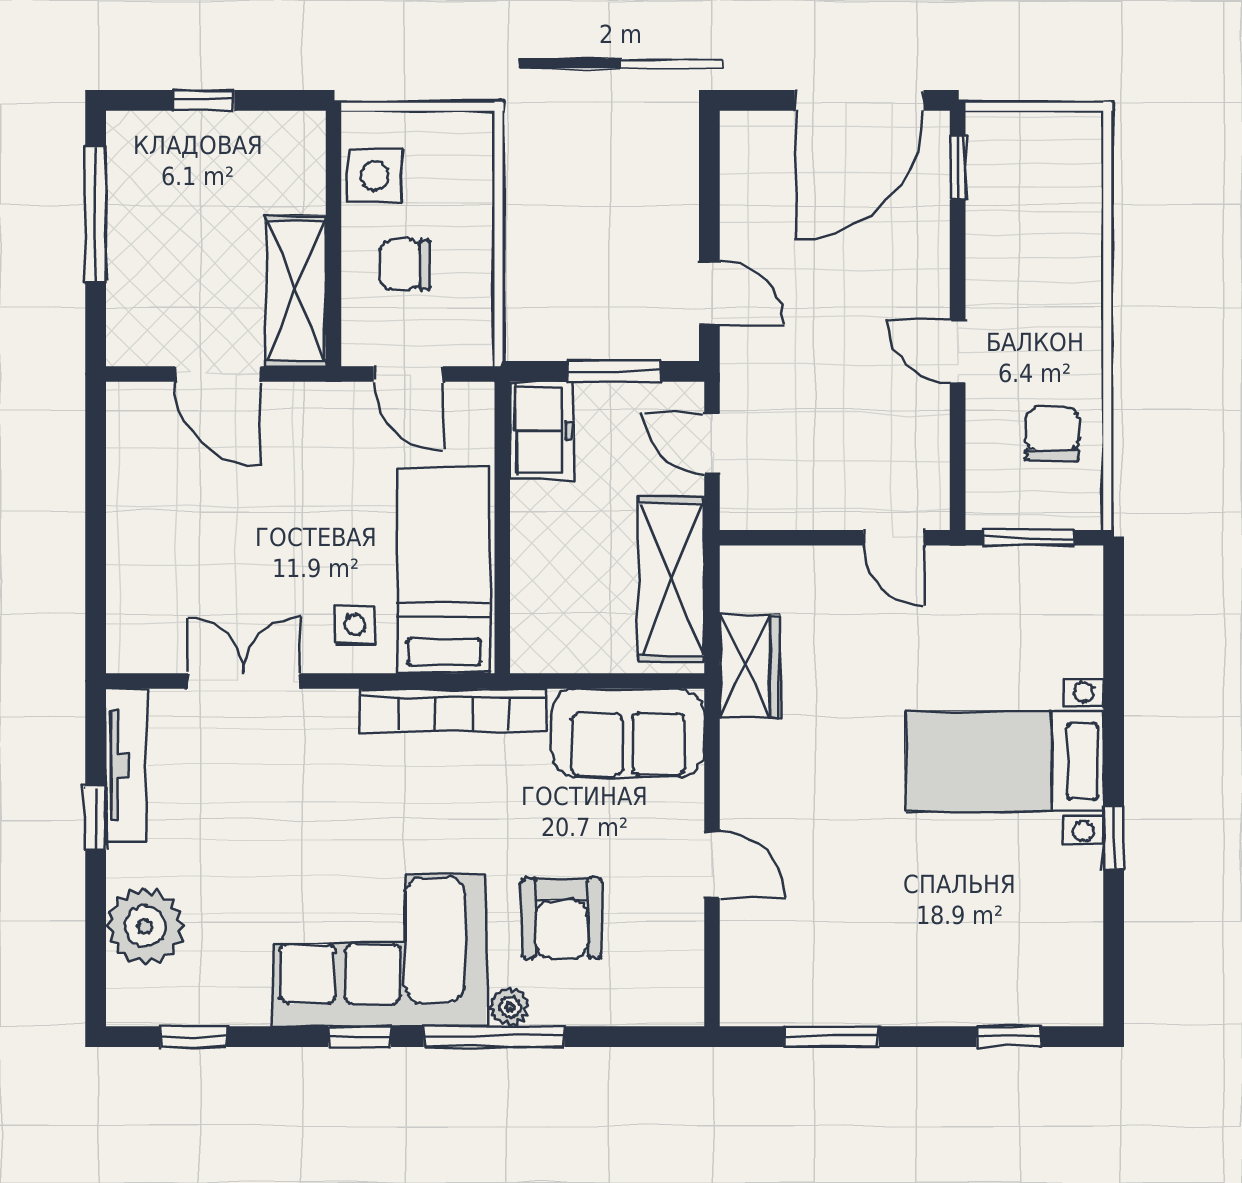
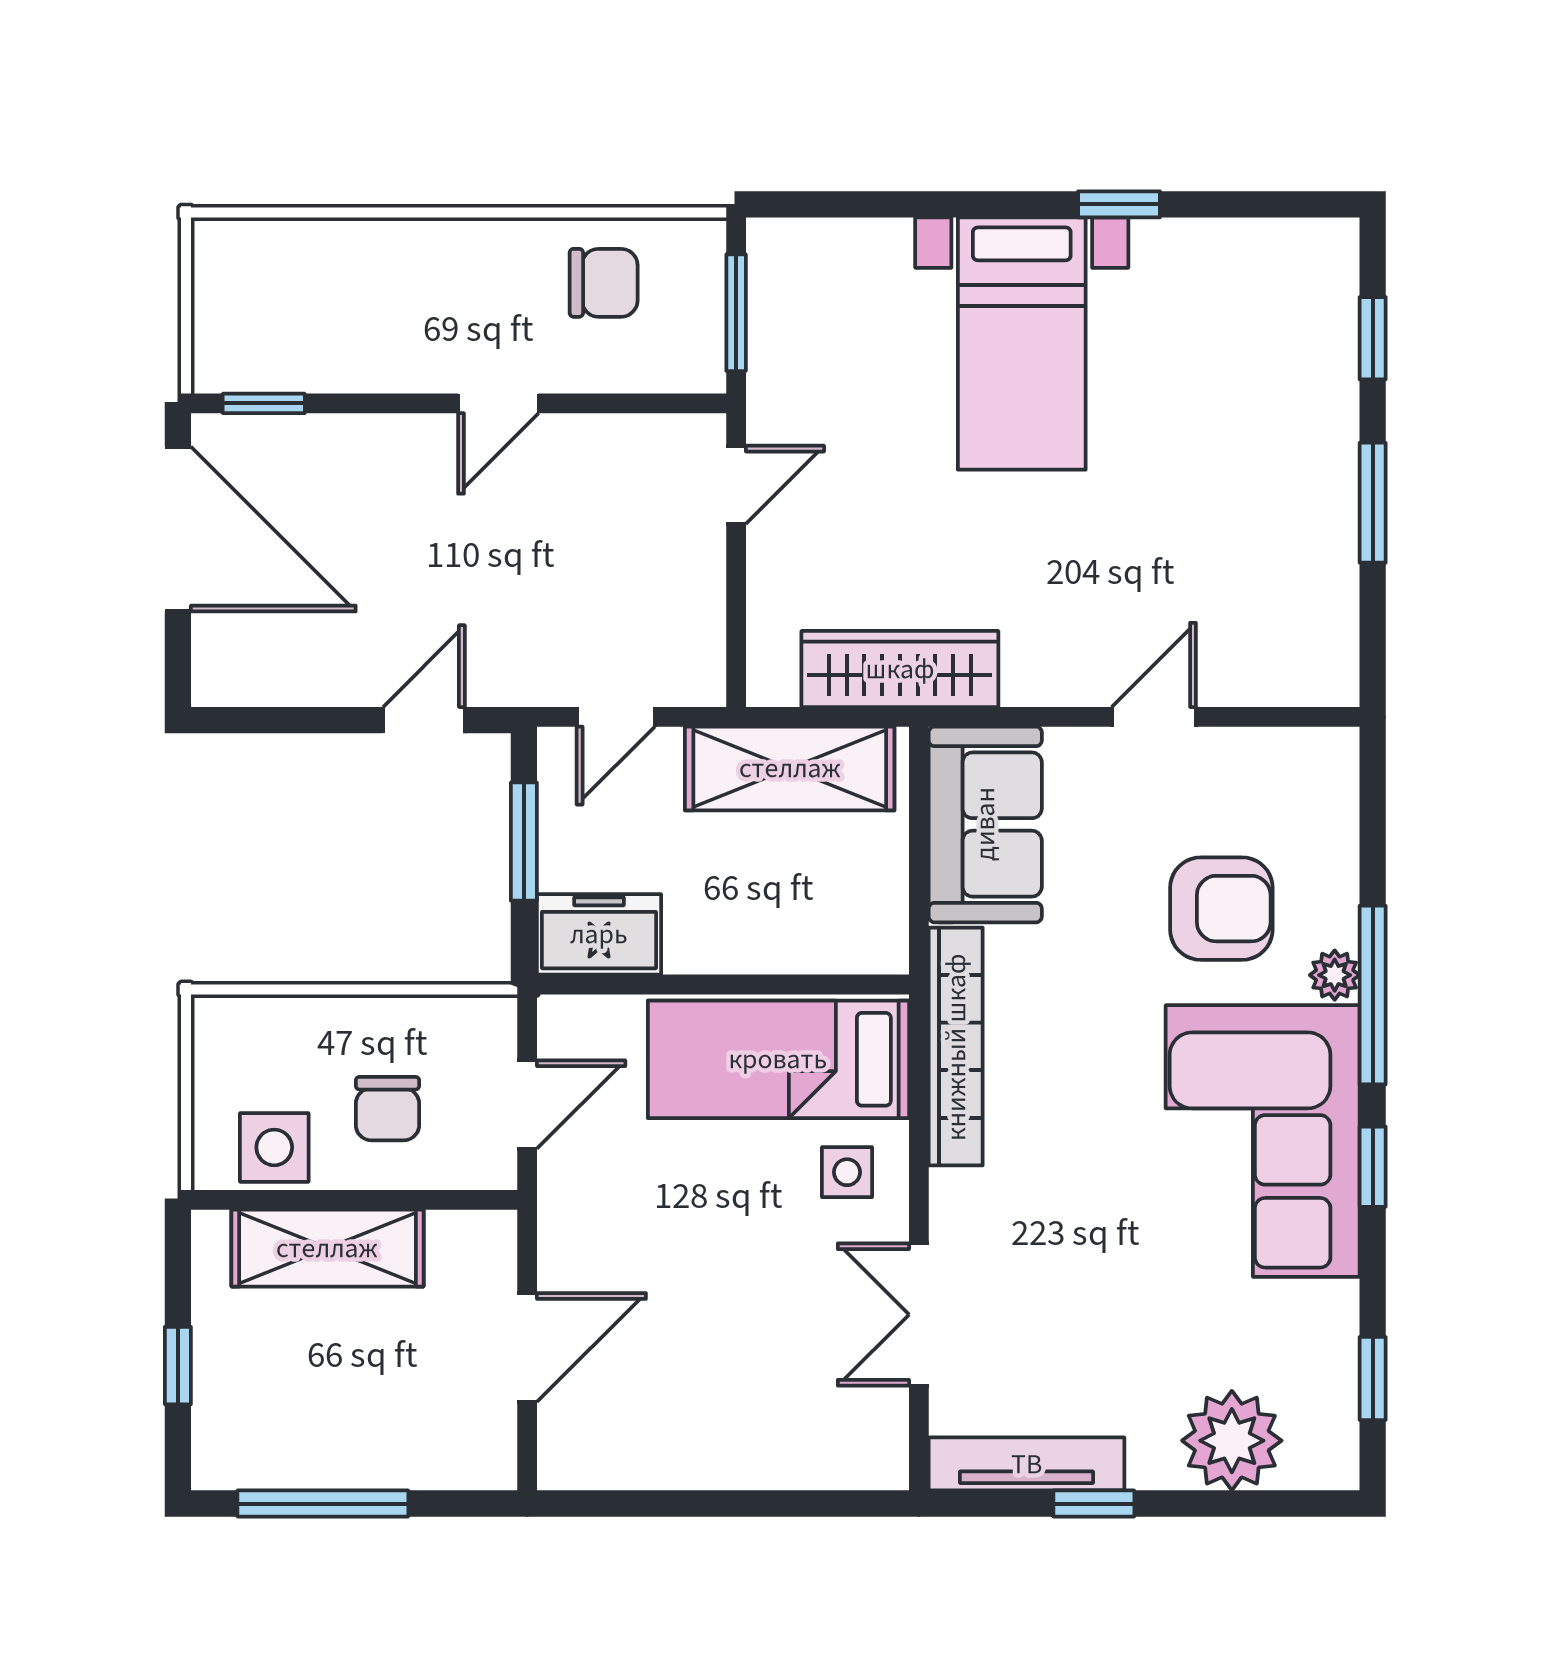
shelving: (296, 291) -> (327, 1248), moved
chair: (1052, 434) -> (604, 283), turned 180
wardrobe: (750, 666) -> (900, 669), width x1.50
window: (832, 1037) -> (1373, 503), moved

